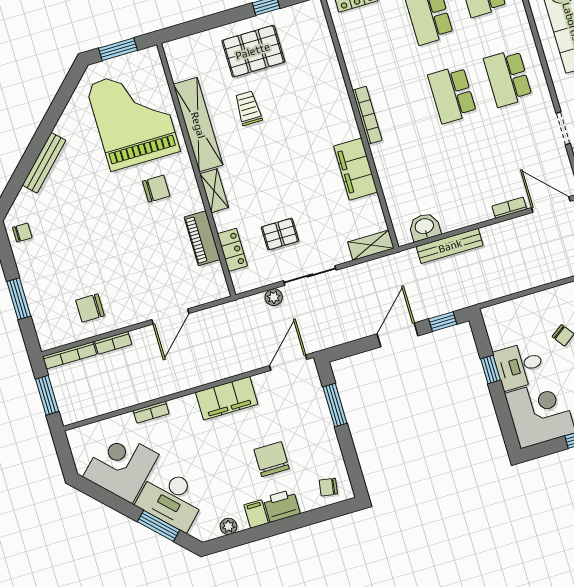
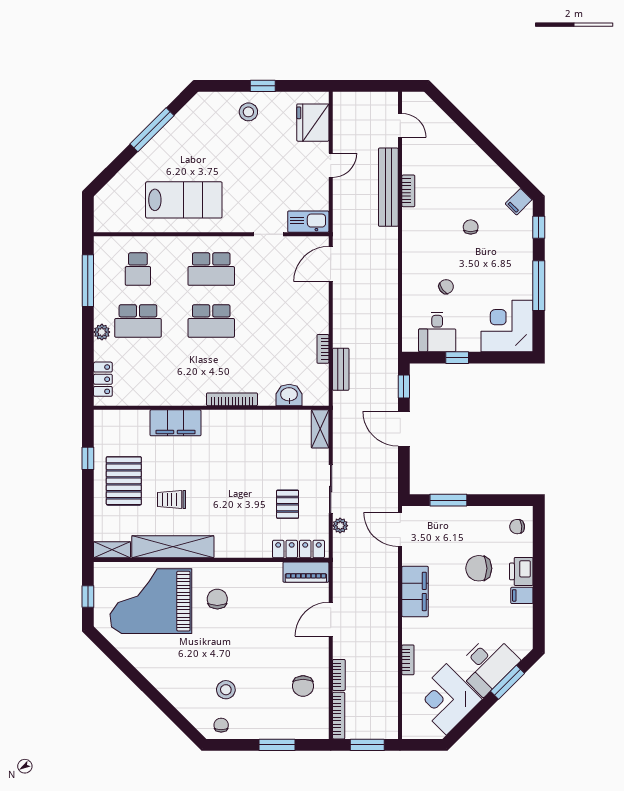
window: (118, 49) -> (88, 597), width x0.67
bookcase: (367, 115) -> (232, 399), moved
bench: (44, 163) -> (167, 689), removed
filing cabinet: (356, 169) -> (176, 423), moved
shelving: (214, 191) -> (112, 550), moved
bookcase: (509, 208) -> (323, 349), moved
stool: (62, 226) -> (226, 690), added
washbasin: (424, 227) -> (289, 395), moved, turned 90
piano: (202, 238) -> (306, 572), moved
bench: (450, 246) -> (341, 369), width x0.73
locker: (232, 250) -> (298, 549), width x1.53
door: (170, 317) -> (331, 619), swing flipped
desk: (519, 366) -> (437, 332), moved
chair: (328, 487) -> (517, 527), turned 75
plant: (229, 526) -> (526, 622), removed

